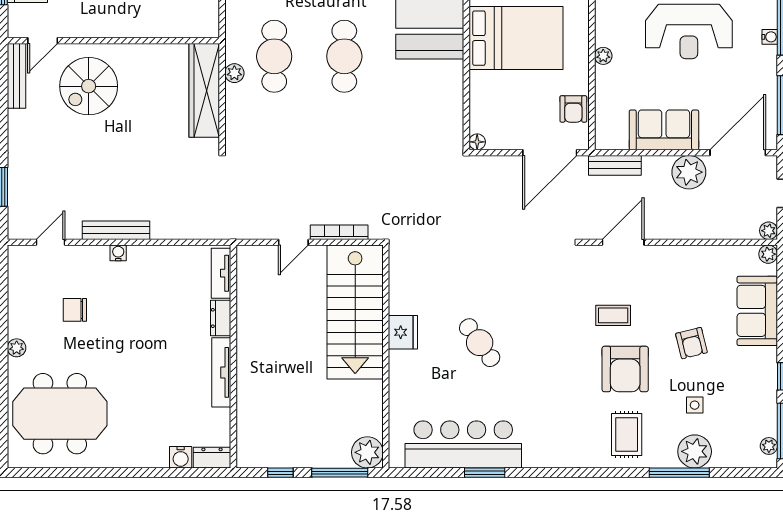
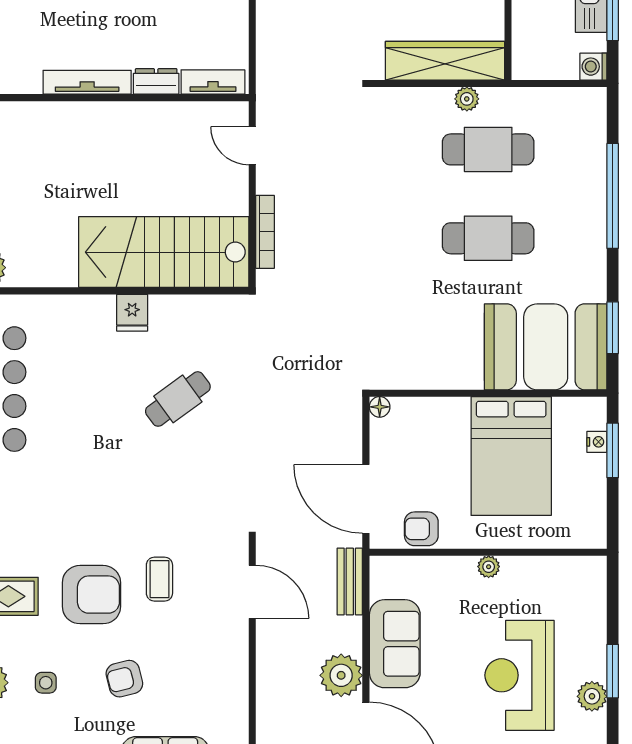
door: (293, 242) -> (252, 146), moved
fridge: (403, 332) -> (132, 313), width x0.72
cafe table: (480, 343) -> (178, 399), moved
armchair: (625, 369) -> (91, 595), turned 180

